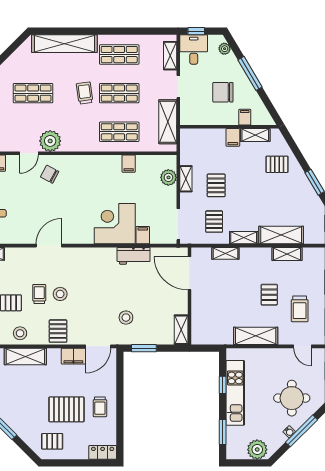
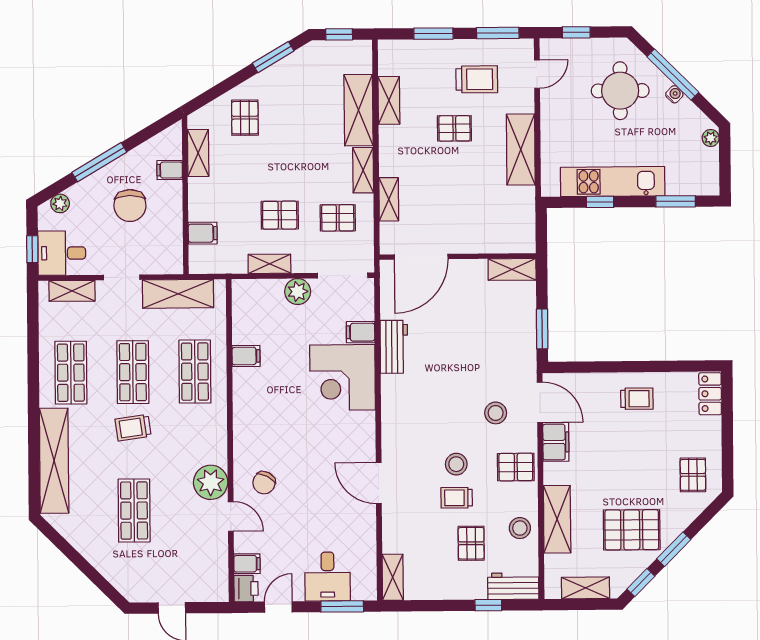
filing cabinet: (233, 137) -> (203, 233), moved
plant: (168, 177) -> (298, 292), moved
stool: (126, 318) -> (496, 413), moved
pallet: (66, 409) -> (632, 530), moved, turned 90
plant: (257, 450) -> (711, 138), width x0.53, depth x0.53

